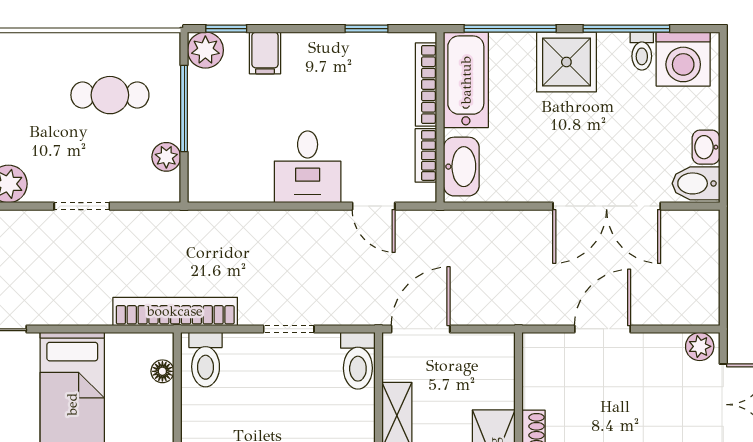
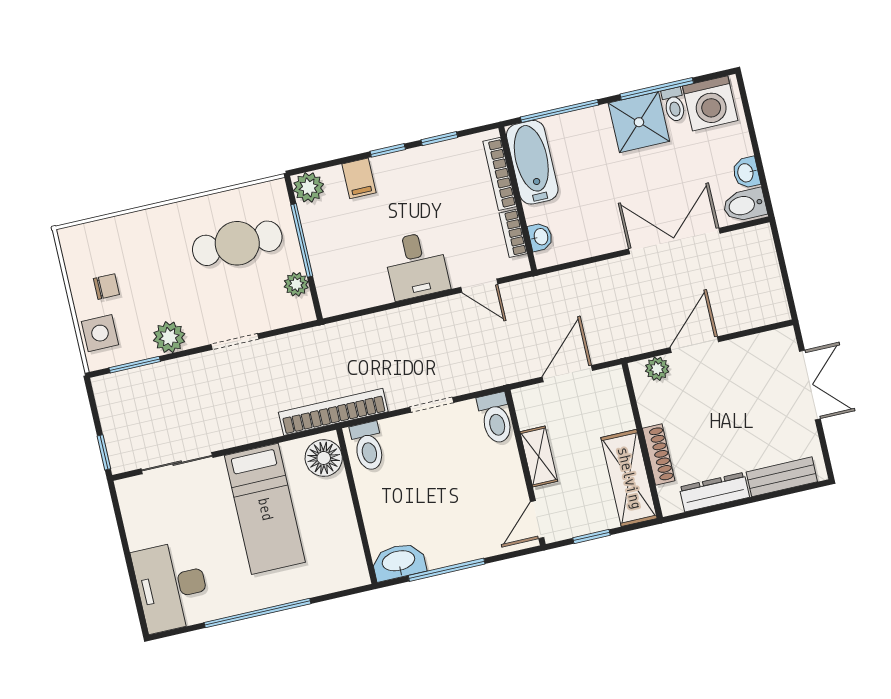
window: (226, 29) -> (388, 150), moved
shower: (566, 62) -> (639, 122), moved
cafe table: (110, 95) -> (237, 243), width x1.37, depth x1.35
washbasin: (461, 167) -> (540, 237), width x0.52, depth x0.69
double door: (607, 206) -> (674, 241), swing flipped
door: (421, 329) -> (567, 374), moved
plant: (700, 346) -> (657, 369), moved
floor lamp: (162, 371) -> (324, 458), width x1.89, depth x1.89

